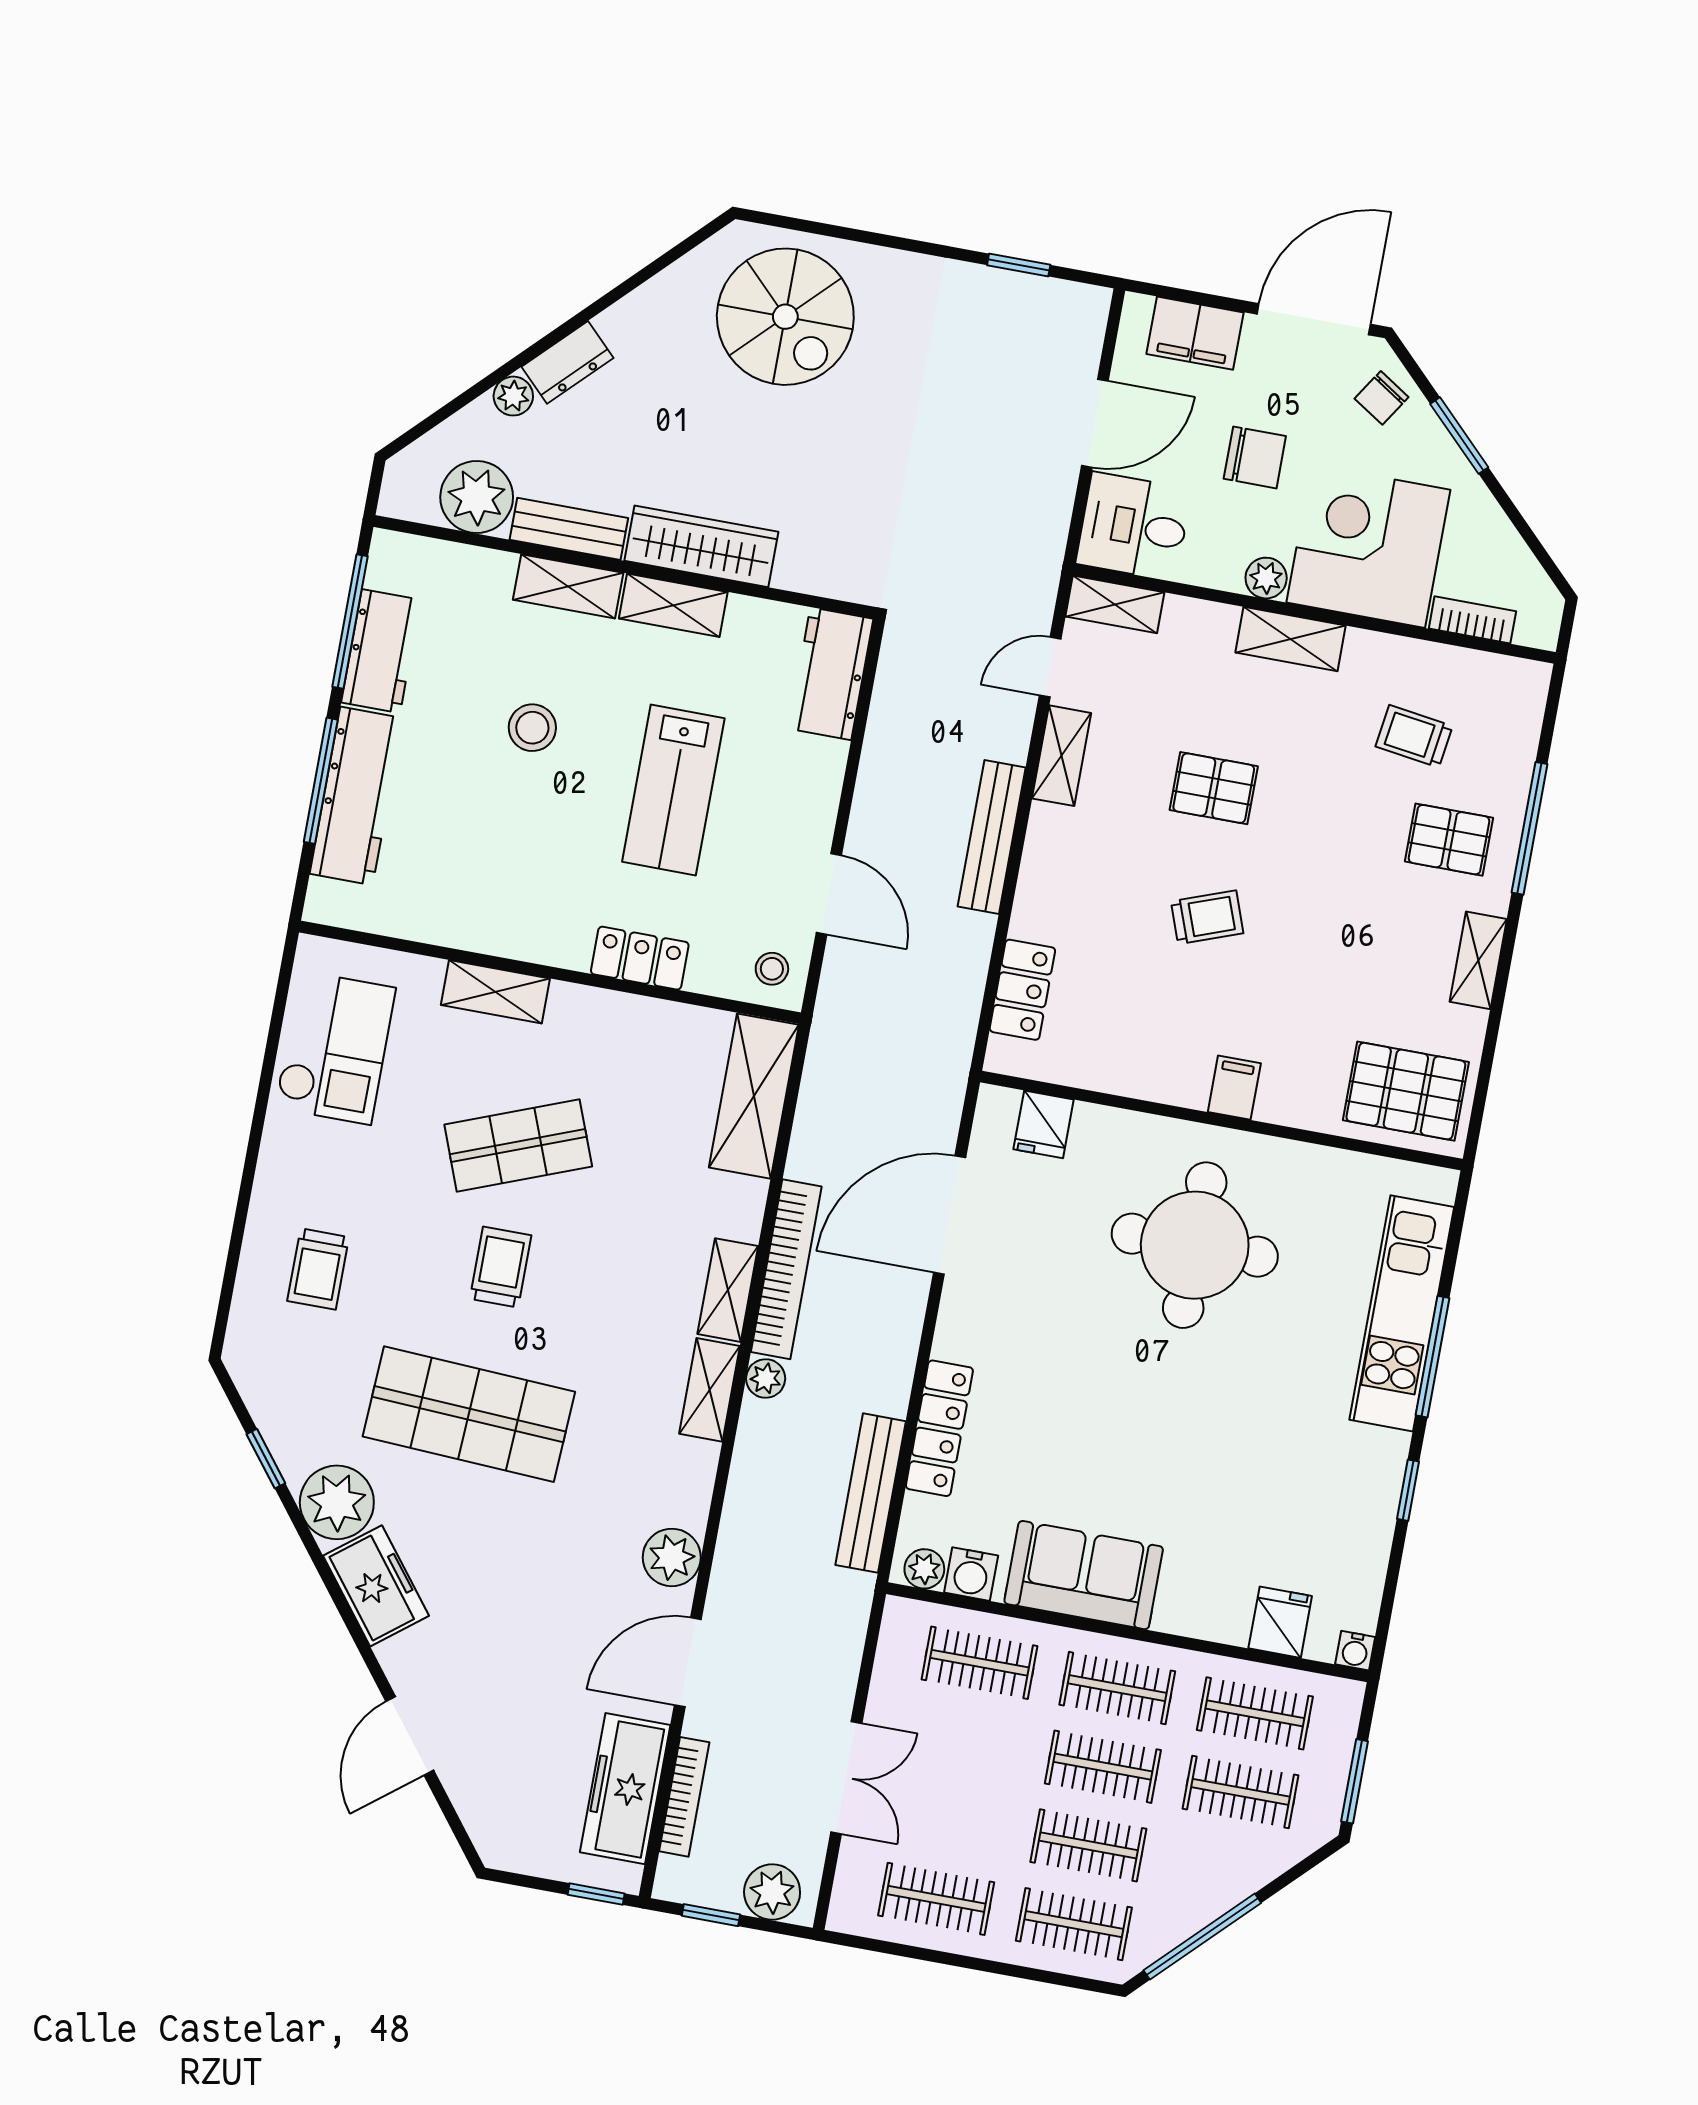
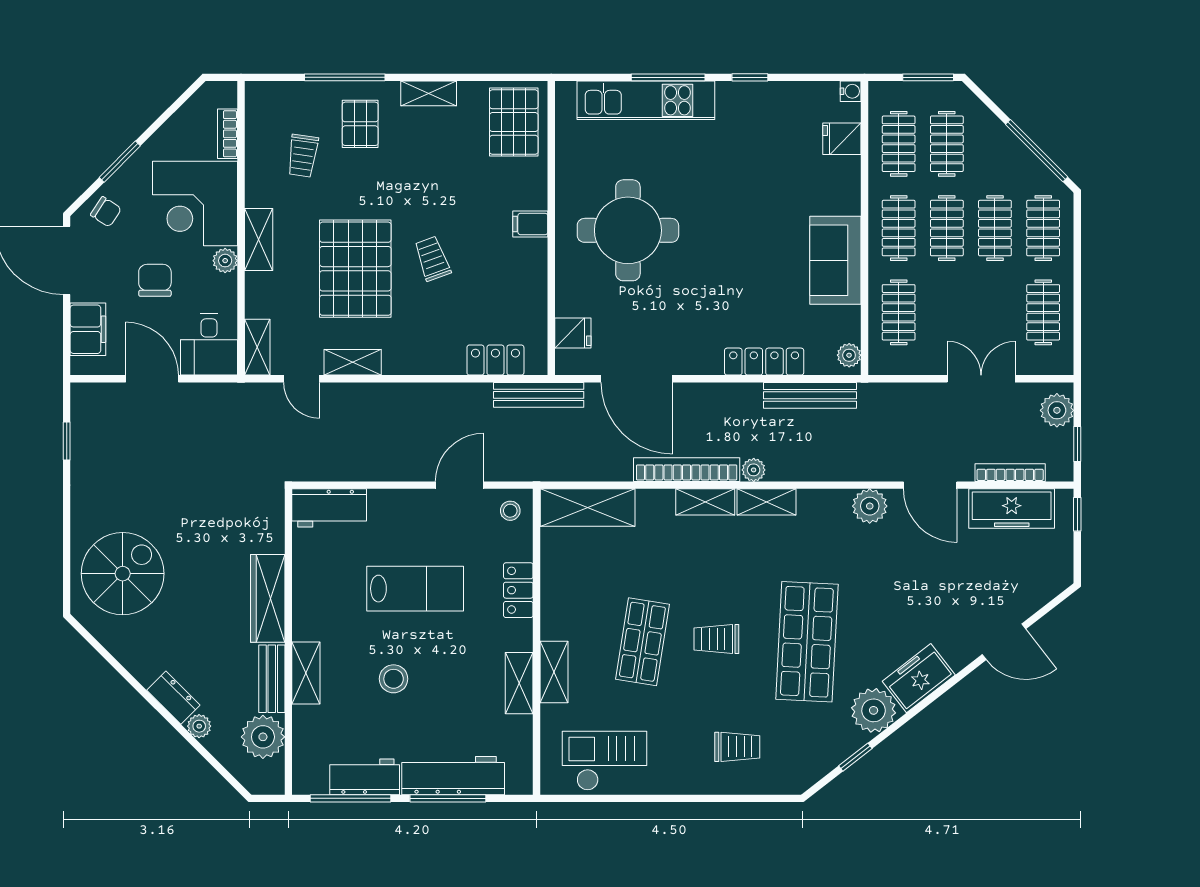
shelving: (673, 605) -> (519, 683), moved
pallet: (1214, 788) -> (355, 269), width x2.05, depth x2.00
bench: (992, 837) -> (539, 395), moved
shop shelf: (518, 1145) -> (642, 642), turned 30
water cooler: (971, 1574) -> (847, 327), removed

